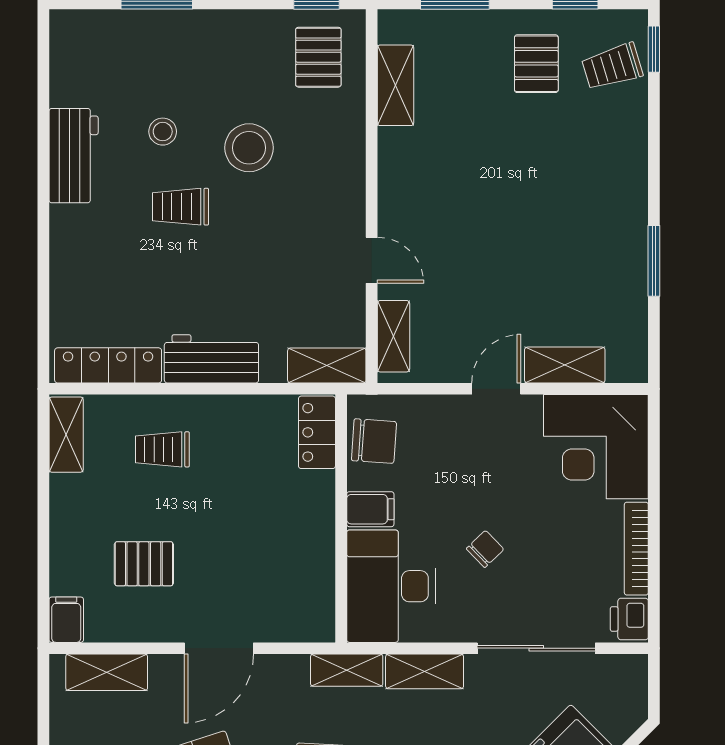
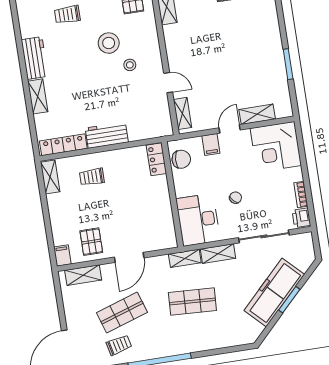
stool: (163, 132) -> (130, 65), moved
trolley: (181, 207) -> (67, 15), moved
shelving: (327, 365) -> (38, 96), moved, turned 90
filing cabinet: (370, 509) -> (211, 145), moved, turned 90
bookcase: (636, 549) -> (301, 195), width x0.64
pallet: (144, 564) -> (91, 242), moved, turned 90

